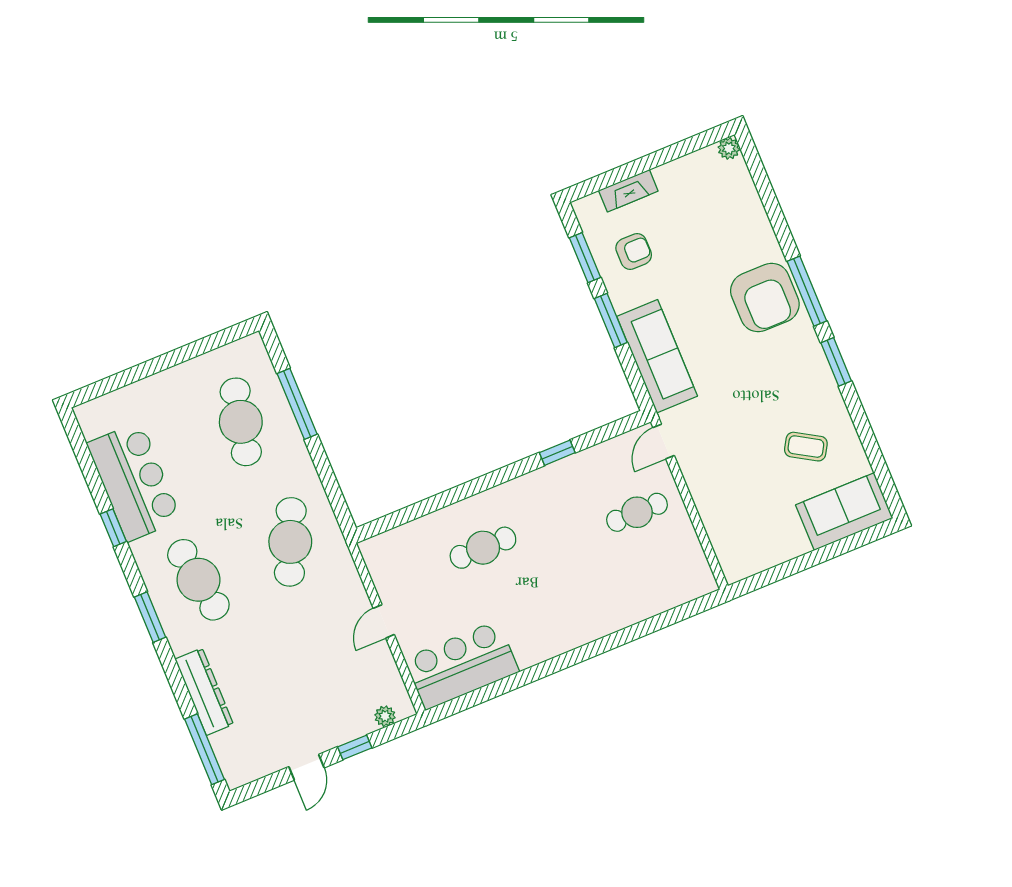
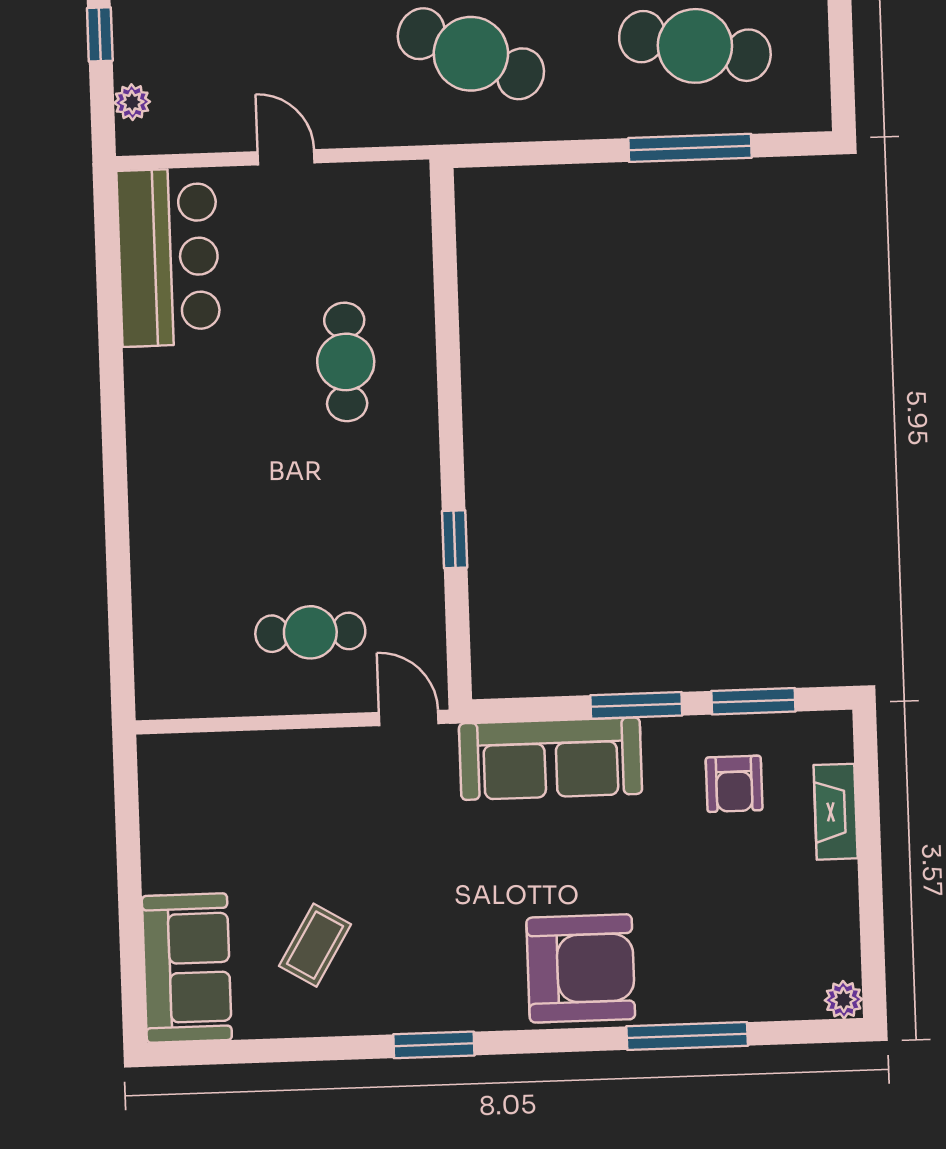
window: (807, 291) -> (687, 1036), moved
armchair: (765, 298) -> (581, 968), turned 180
cafe table: (637, 512) -> (310, 632), turned 90

